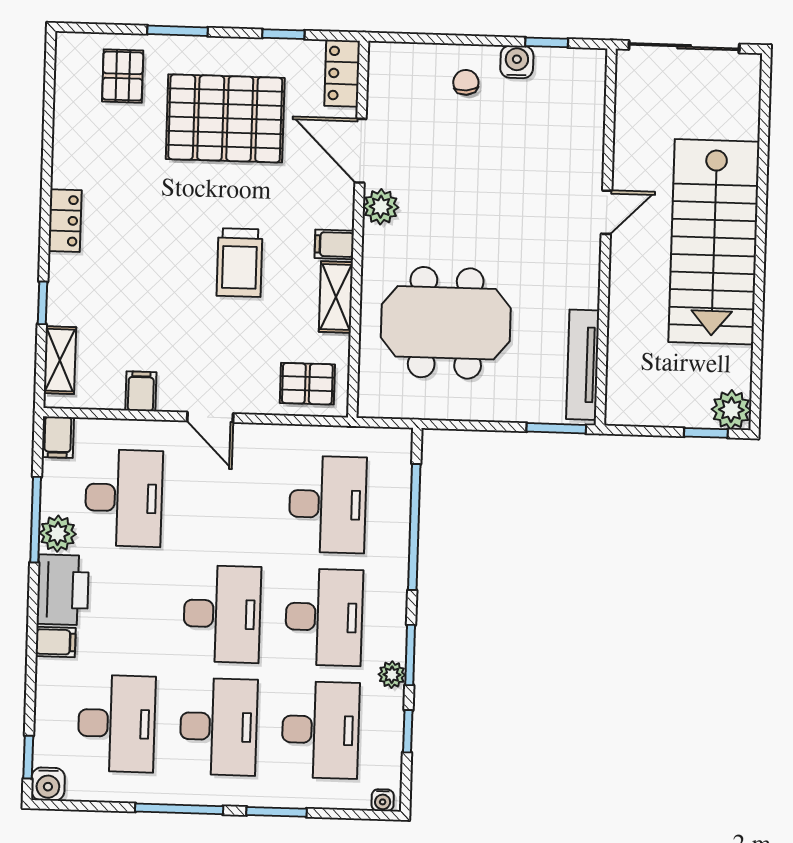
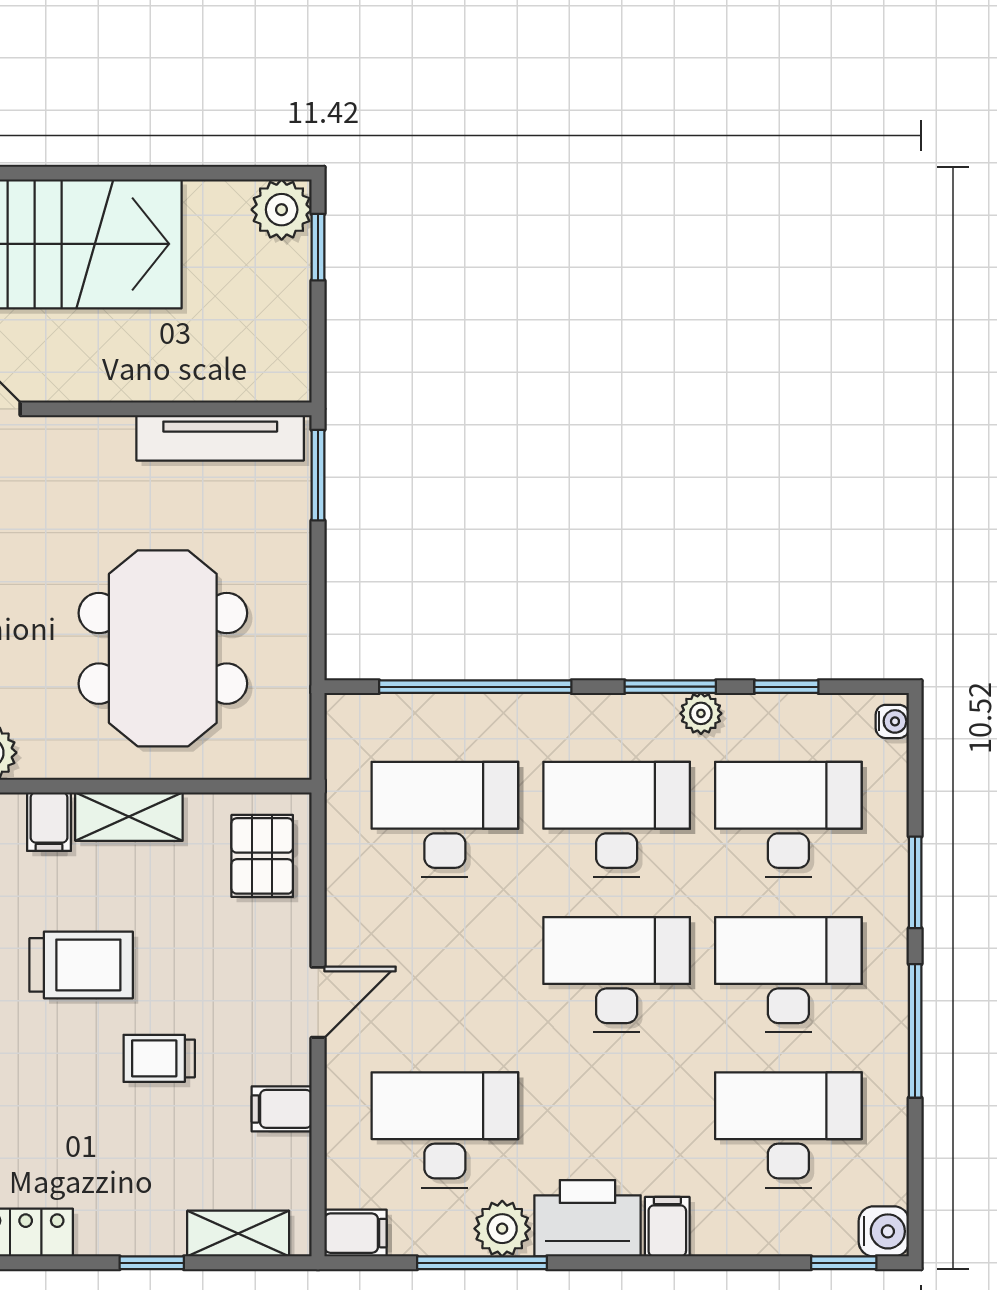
trolley: (177, 312) -> (159, 1058), added

